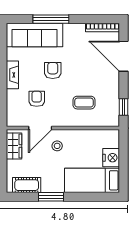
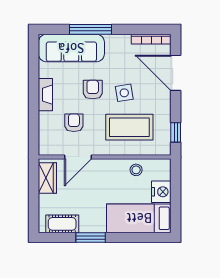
side table: (80, 73) -> (124, 93), added
coffee table: (84, 103) -> (129, 127), width x1.86, depth x1.72
stool: (57, 146) -> (136, 170), moved

